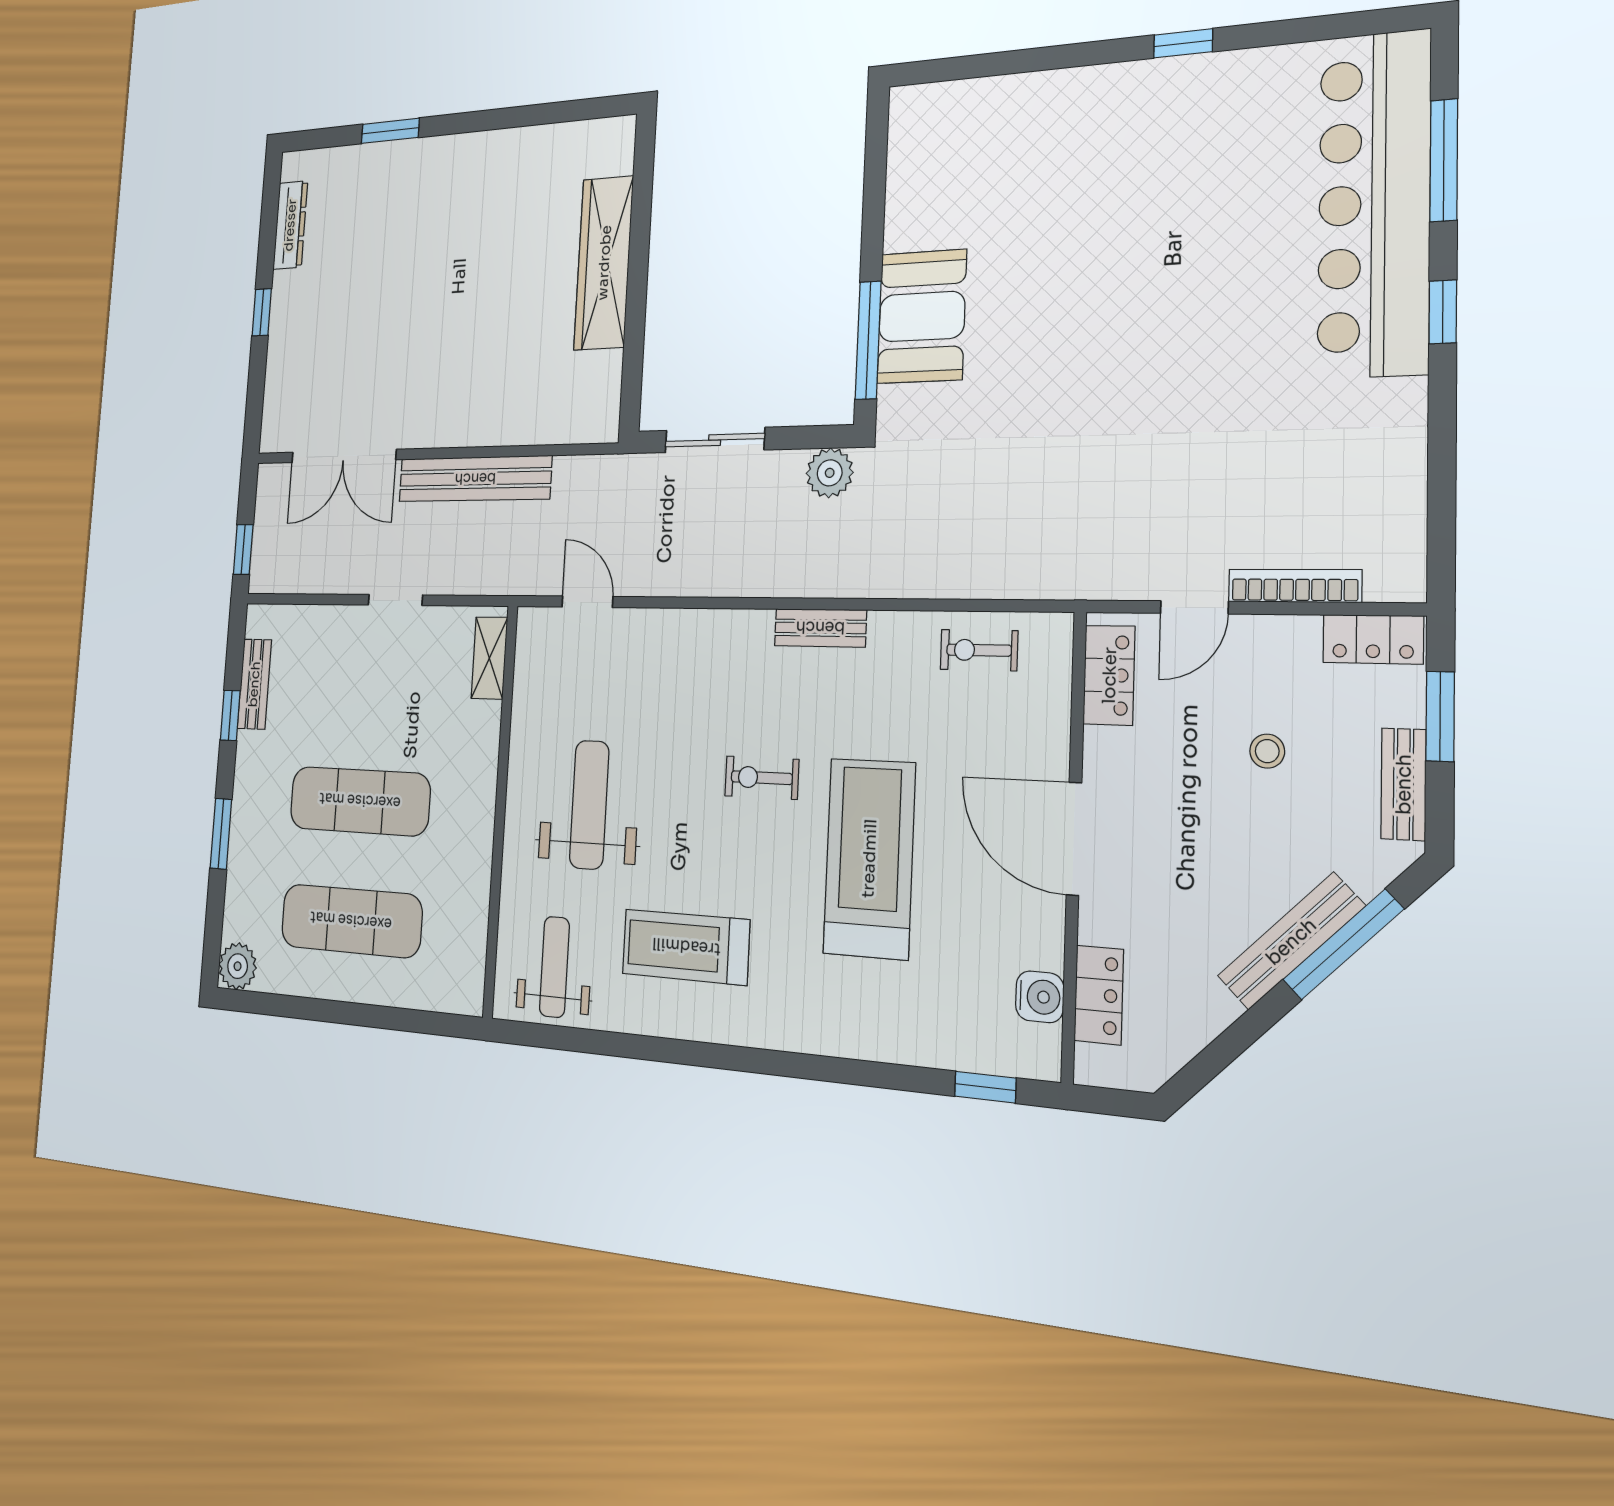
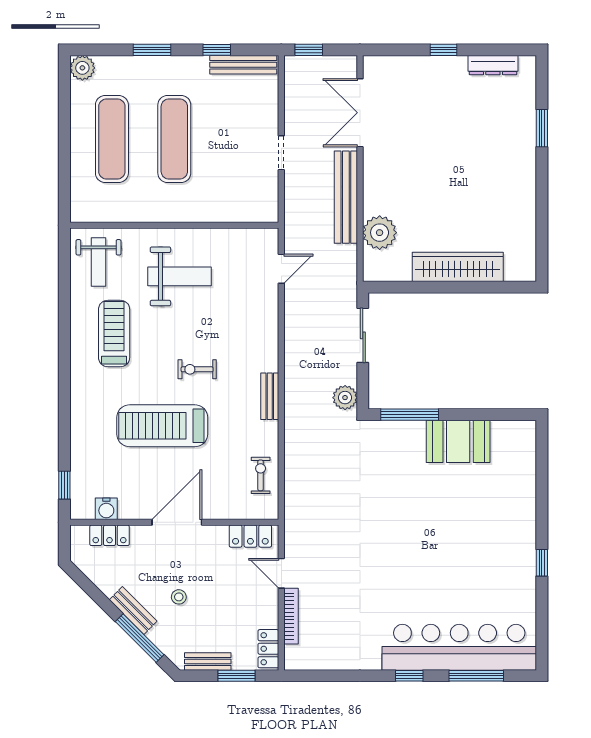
booth: (922, 317) -> (458, 441), moved
plant: (537, 414) -> (380, 233), added
shelving: (489, 658) -> (252, 213), removed
bench: (254, 684) -> (243, 65), width x1.36
stool: (1267, 751) -> (179, 597), moved
exercise bike: (762, 778) -> (197, 369), turned -90
treadmill: (869, 858) -> (162, 426), turned 180
bench: (1291, 941) -> (133, 611), width x0.73
weight bench: (554, 967) -> (98, 262), turned 90

